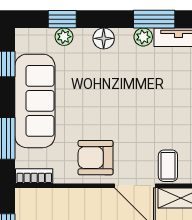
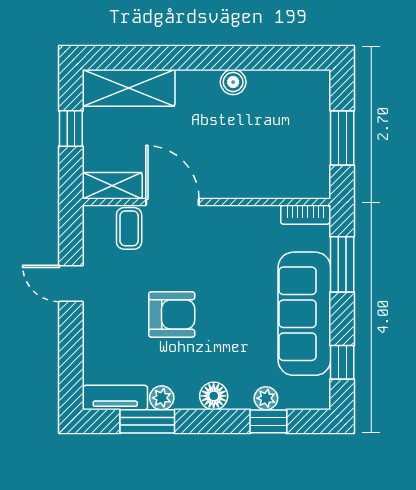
armchair: (96, 158) -> (172, 314), moved

